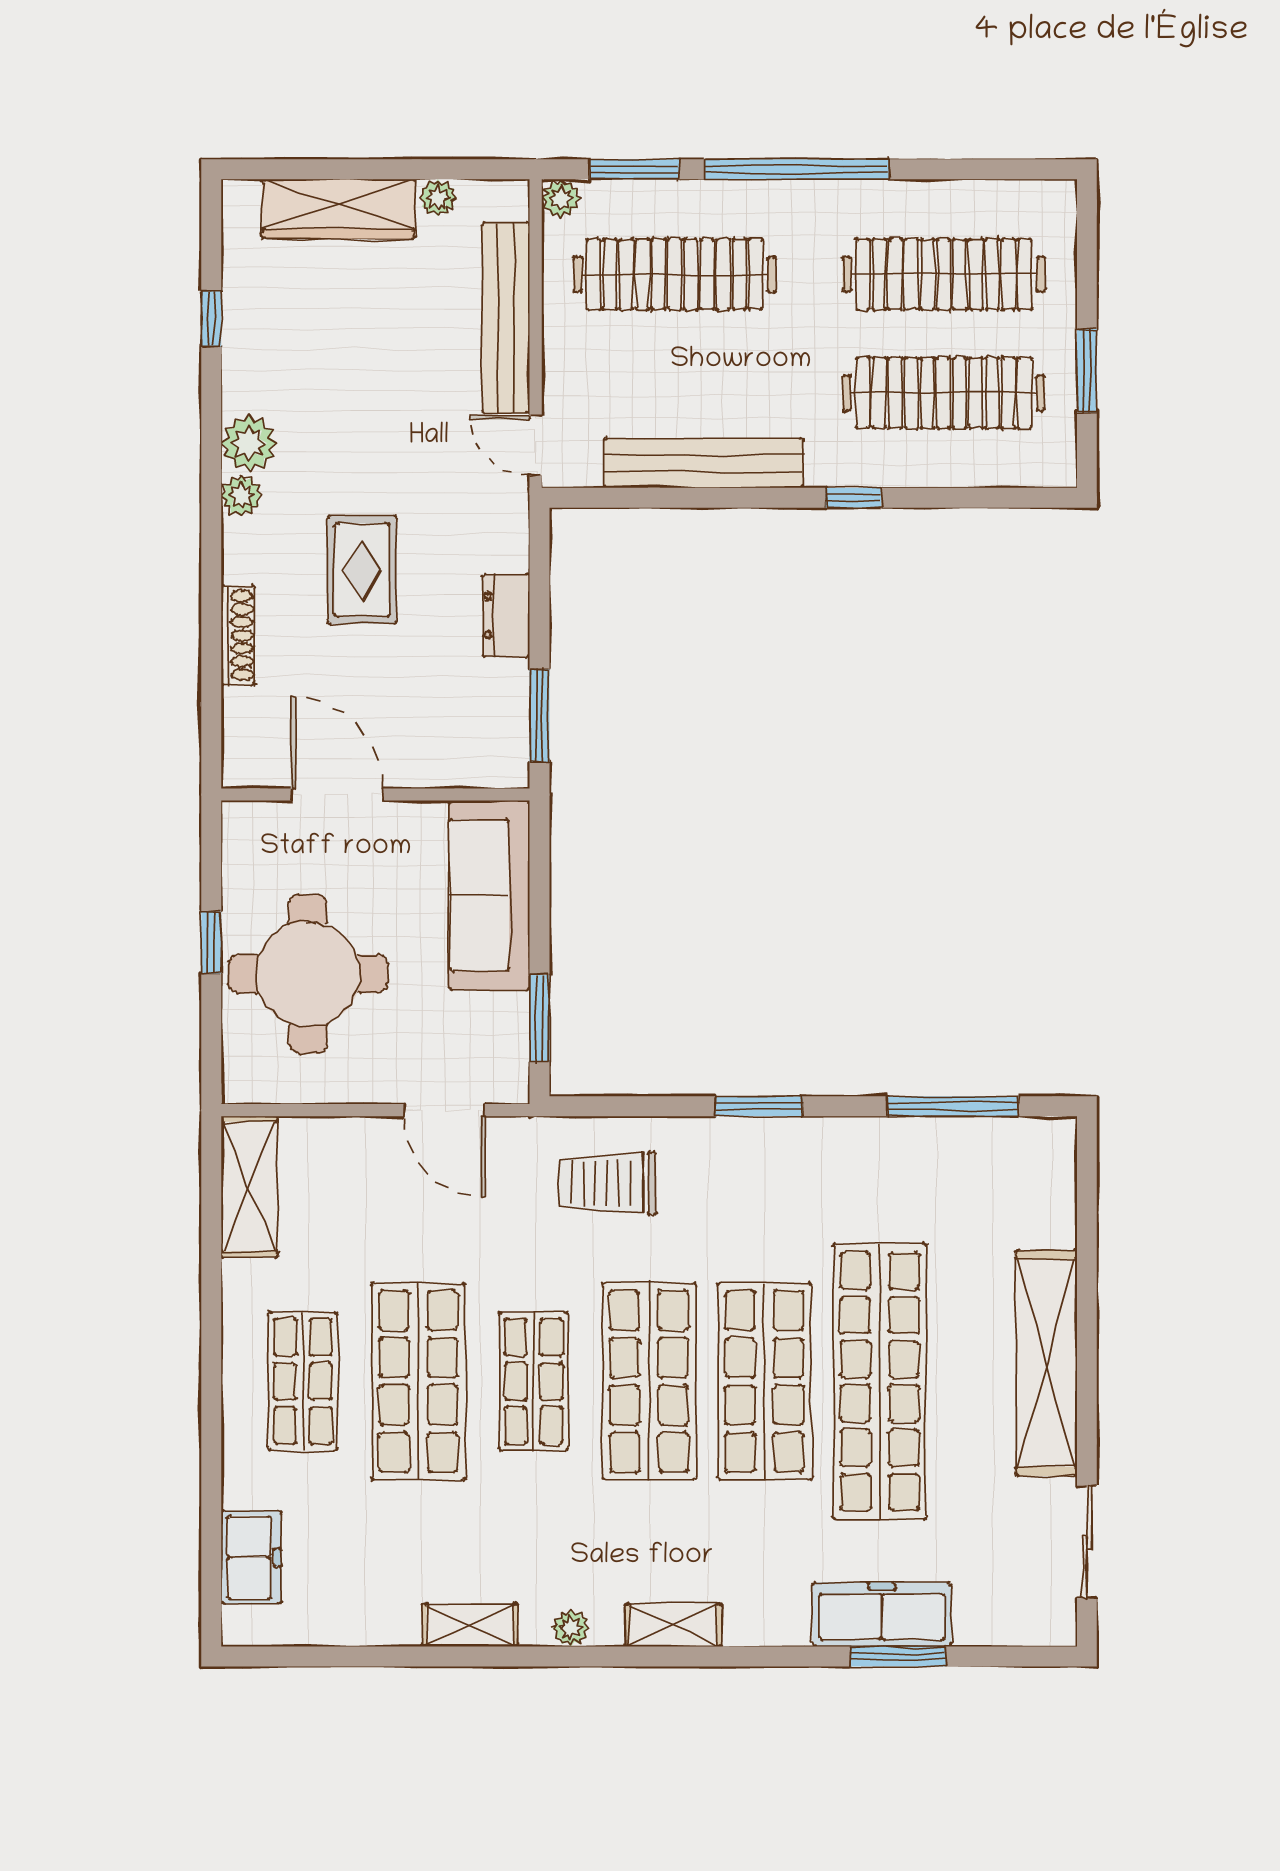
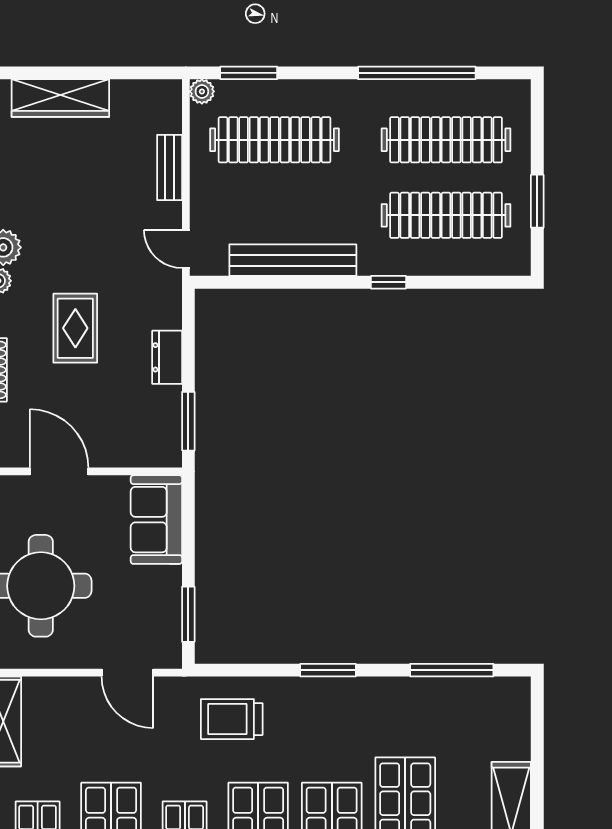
window: (797, 169) -> (417, 73), moved
plant: (438, 198) -> (124, 91), removed
bench: (506, 318) -> (170, 168), width x0.54, depth x0.82
sofa: (489, 895) -> (156, 520), width x0.73

